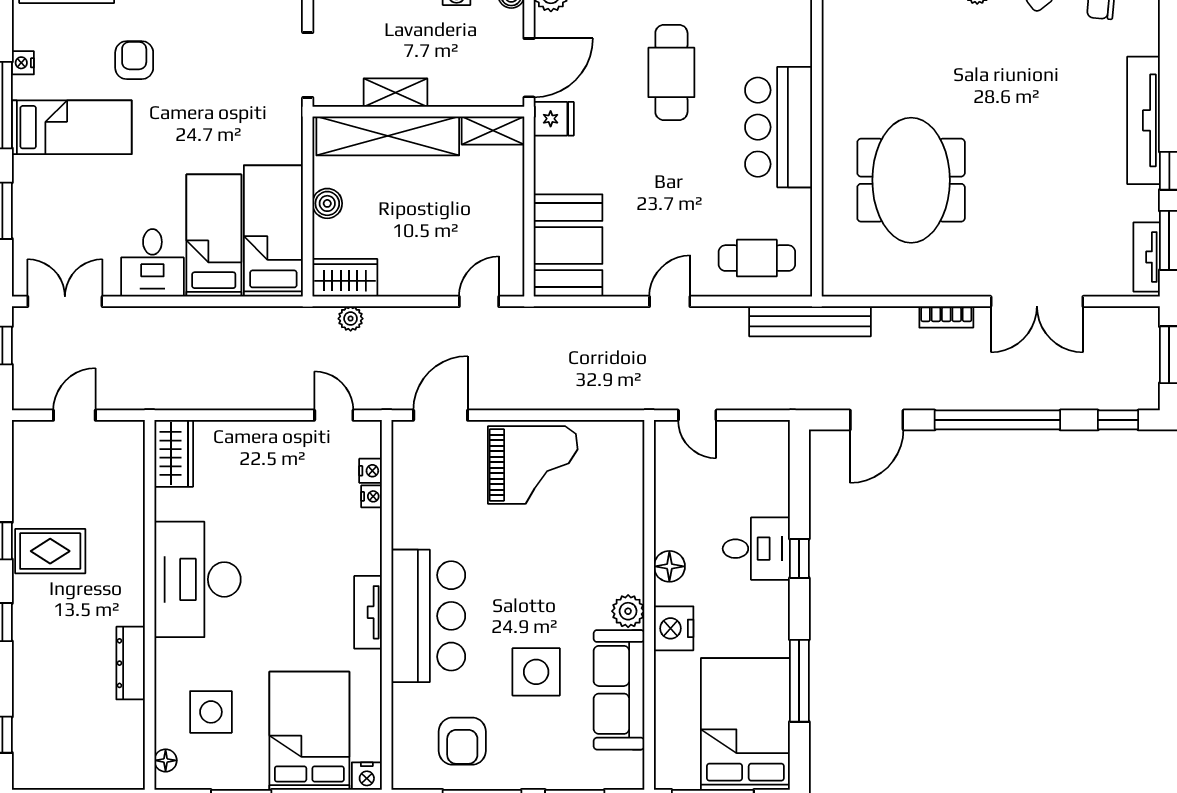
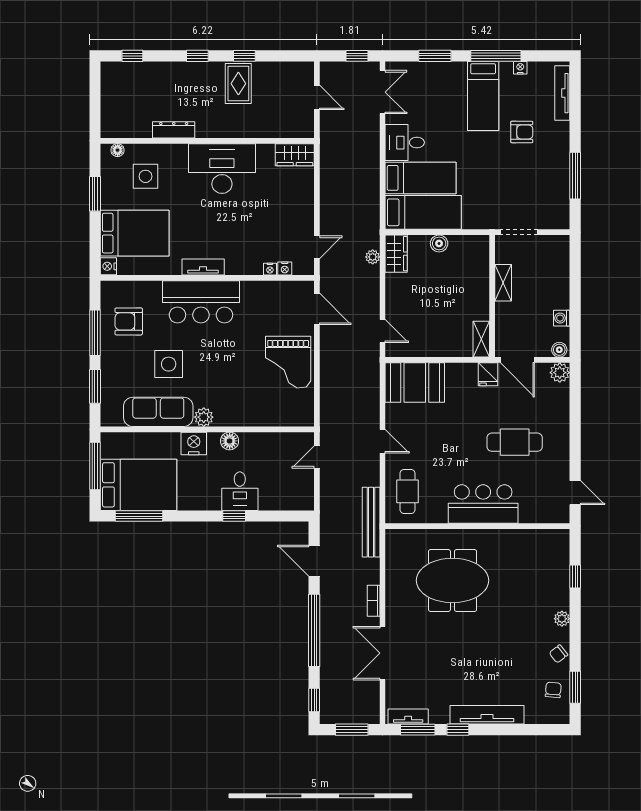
shelving: (388, 136) -> (478, 278), removed
window: (799, 681) -> (139, 516), moved

